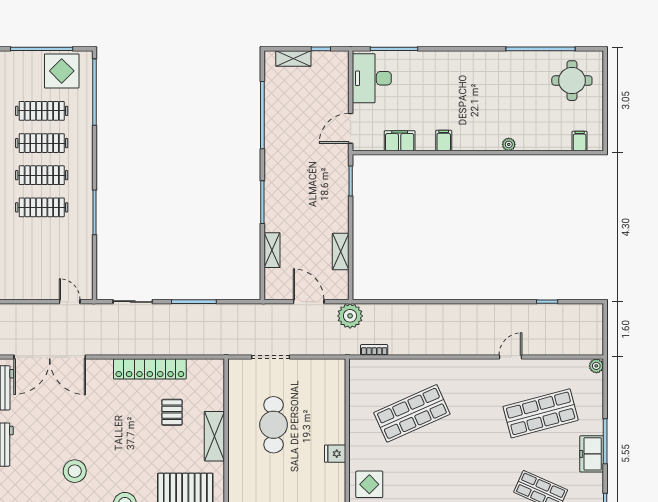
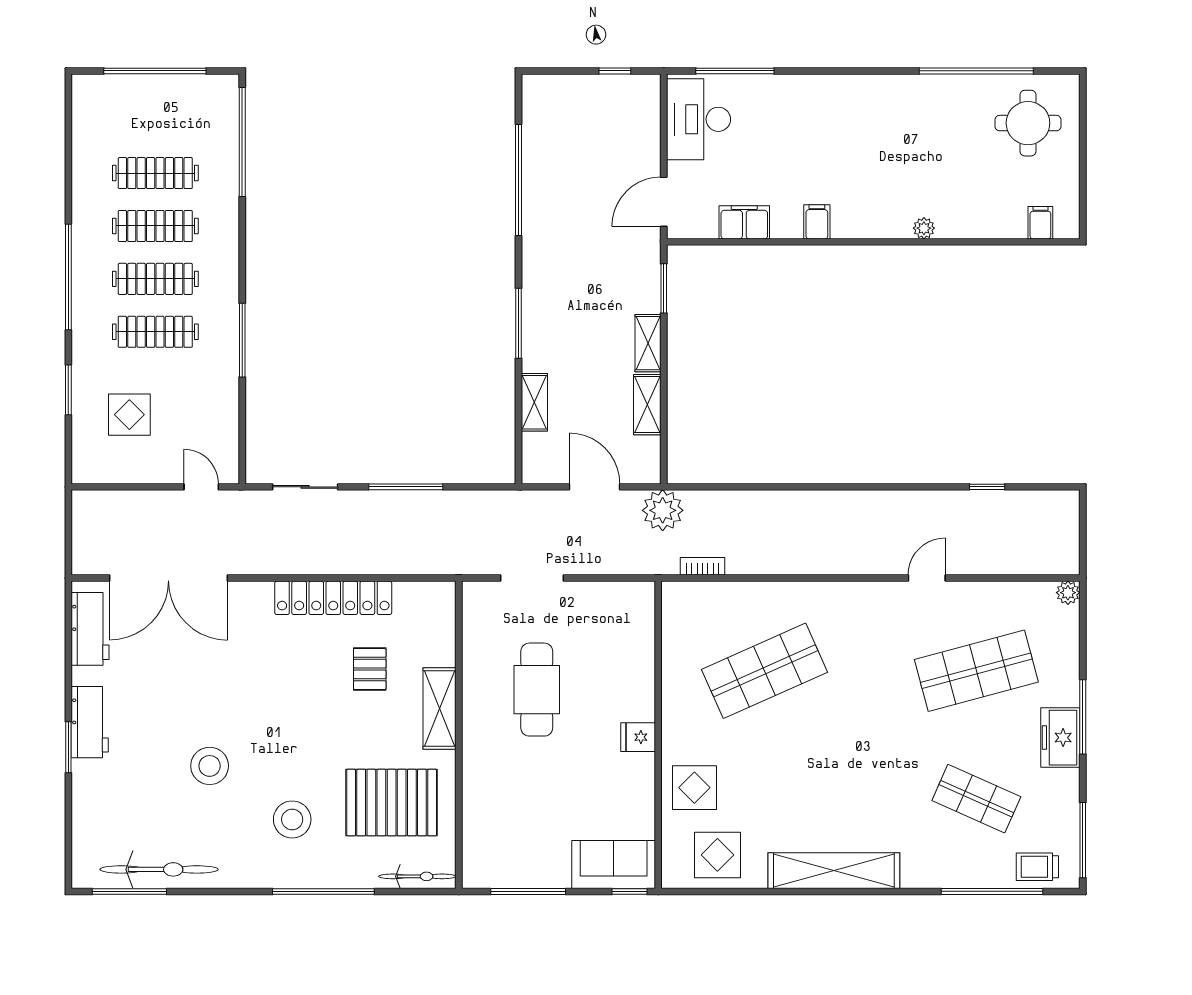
shelving: (293, 58) -> (648, 343), moved, turned 90
display table: (62, 71) -> (129, 415), moved, width x0.73, depth x0.73

